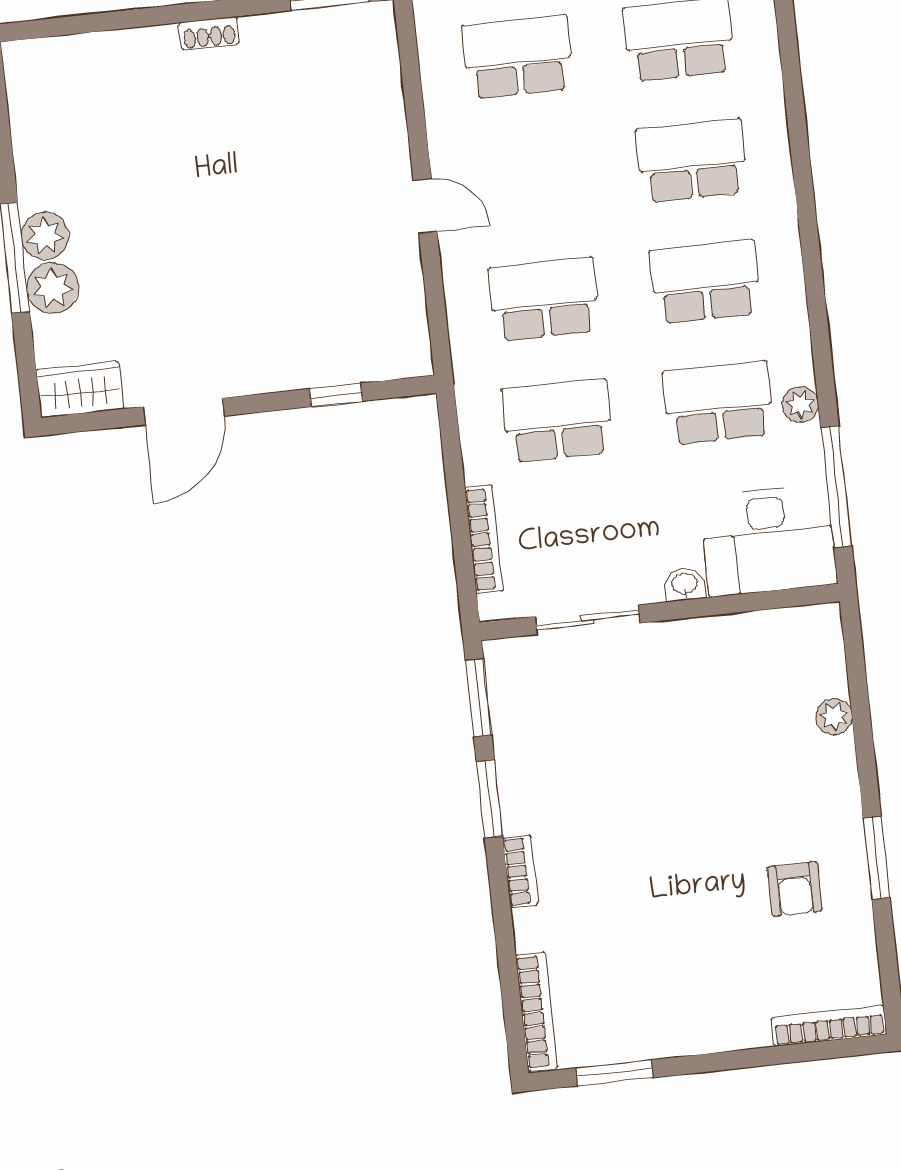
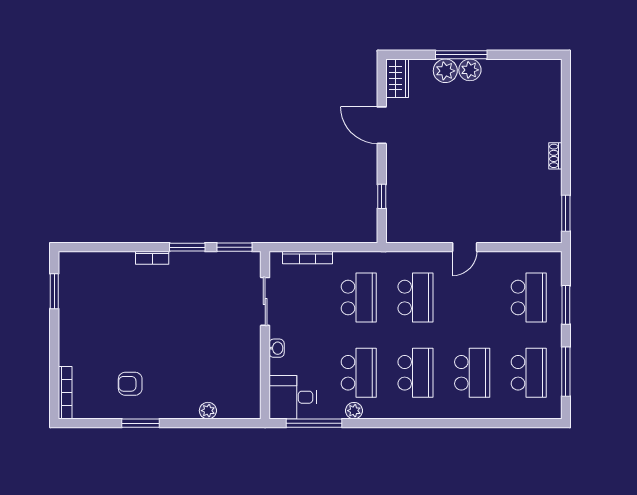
desk: (768, 540) -> (293, 397), width x0.73
bookcase: (537, 1011) -> (87, 258), removed

